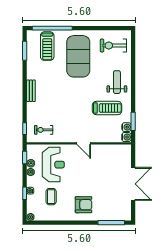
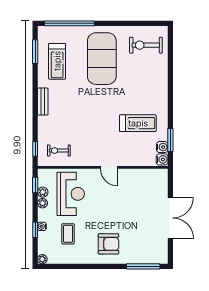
treadmill: (47, 46) -> (57, 61), moved
weight bench: (117, 82) -> (150, 91), removed

